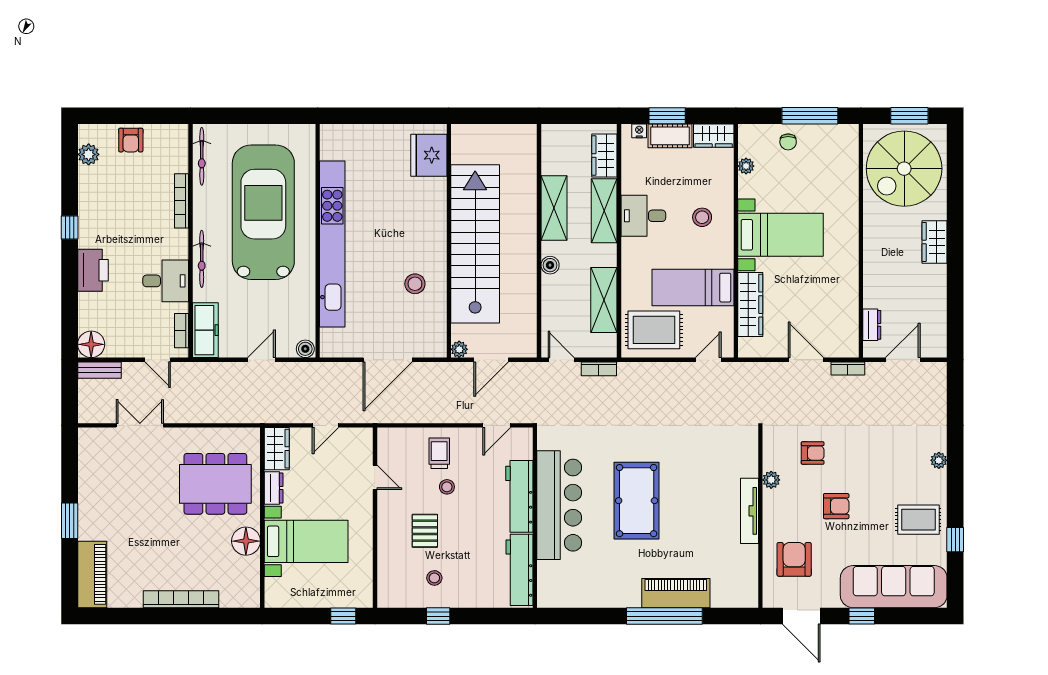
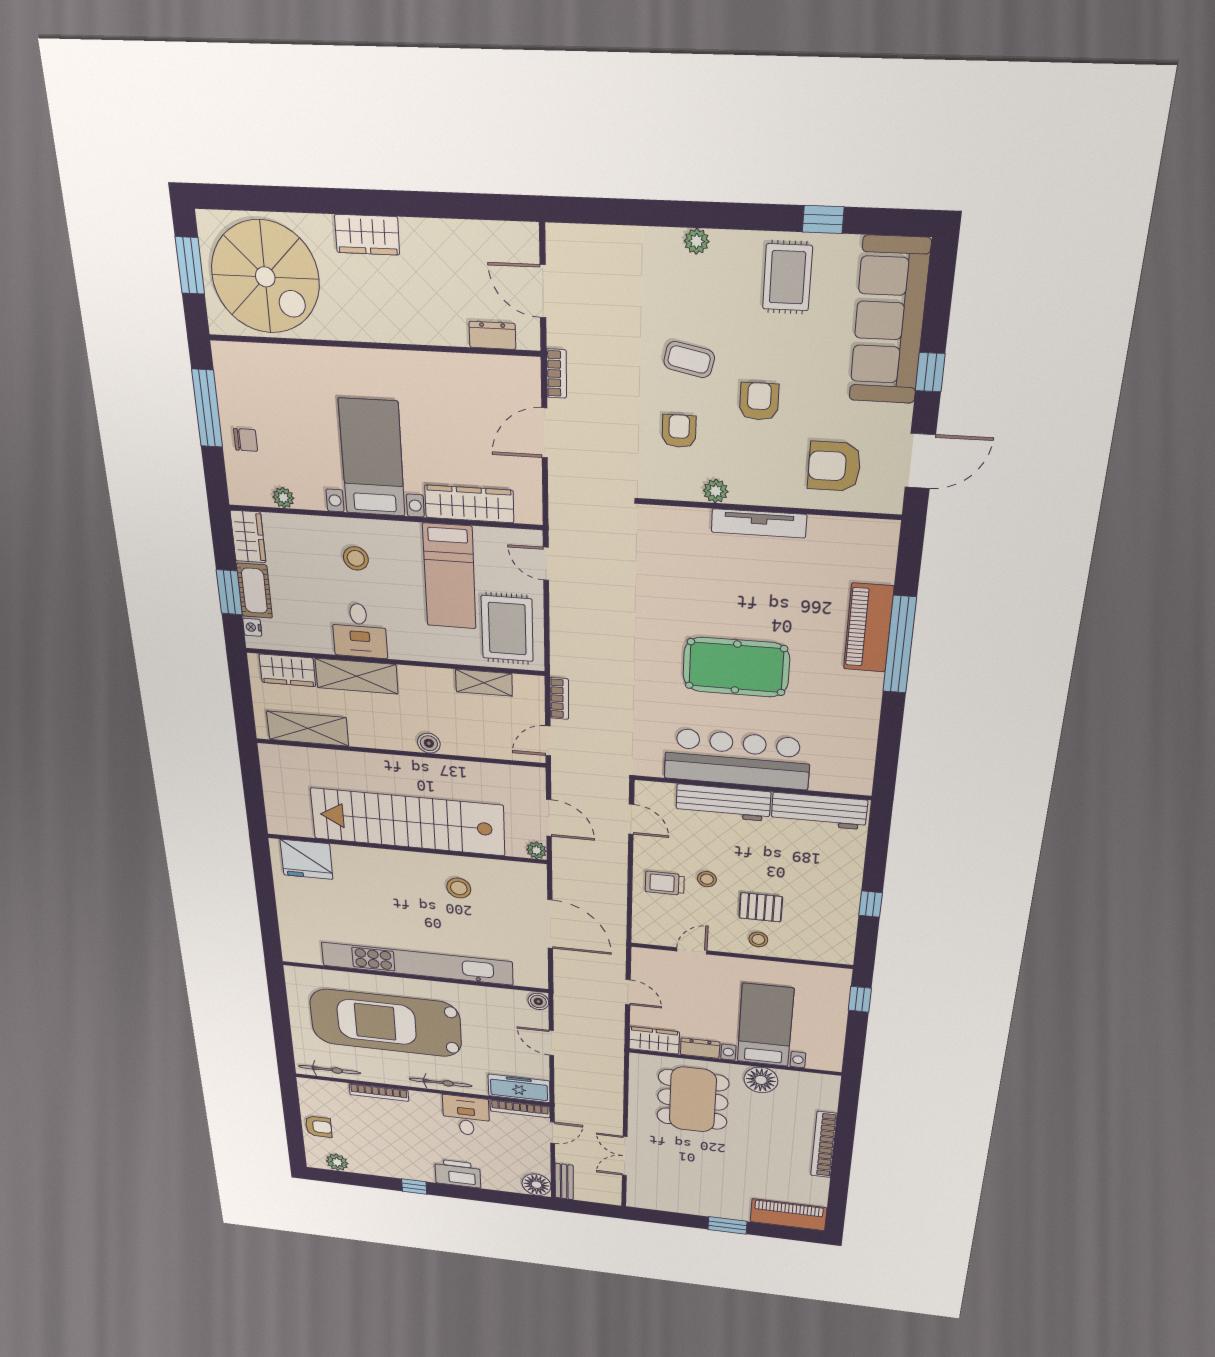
shelving: (554, 208) -> (308, 728), moved
shelving: (604, 300) -> (484, 683), width x0.67, depth x0.75
bookcase: (182, 331) -> (520, 1109), width x1.56
coffee table: (862, 458) -> (689, 359), added
stool: (434, 578) -> (758, 939), moved

